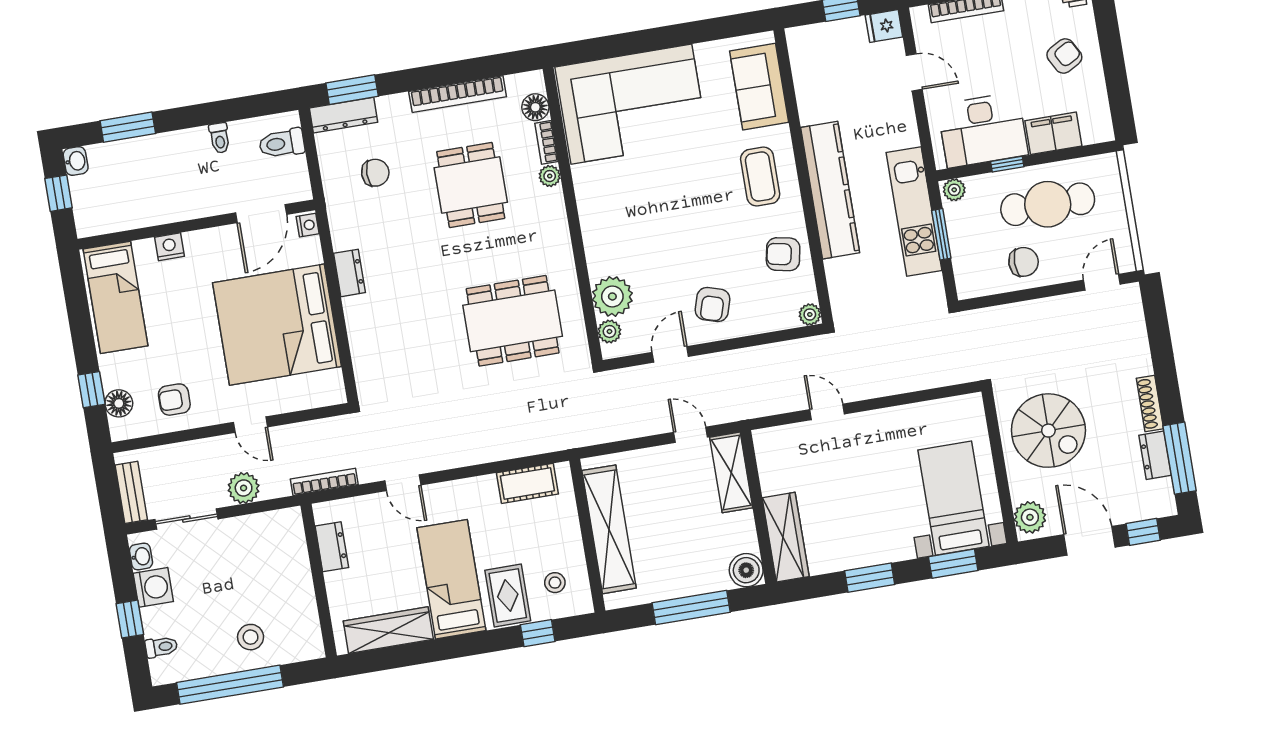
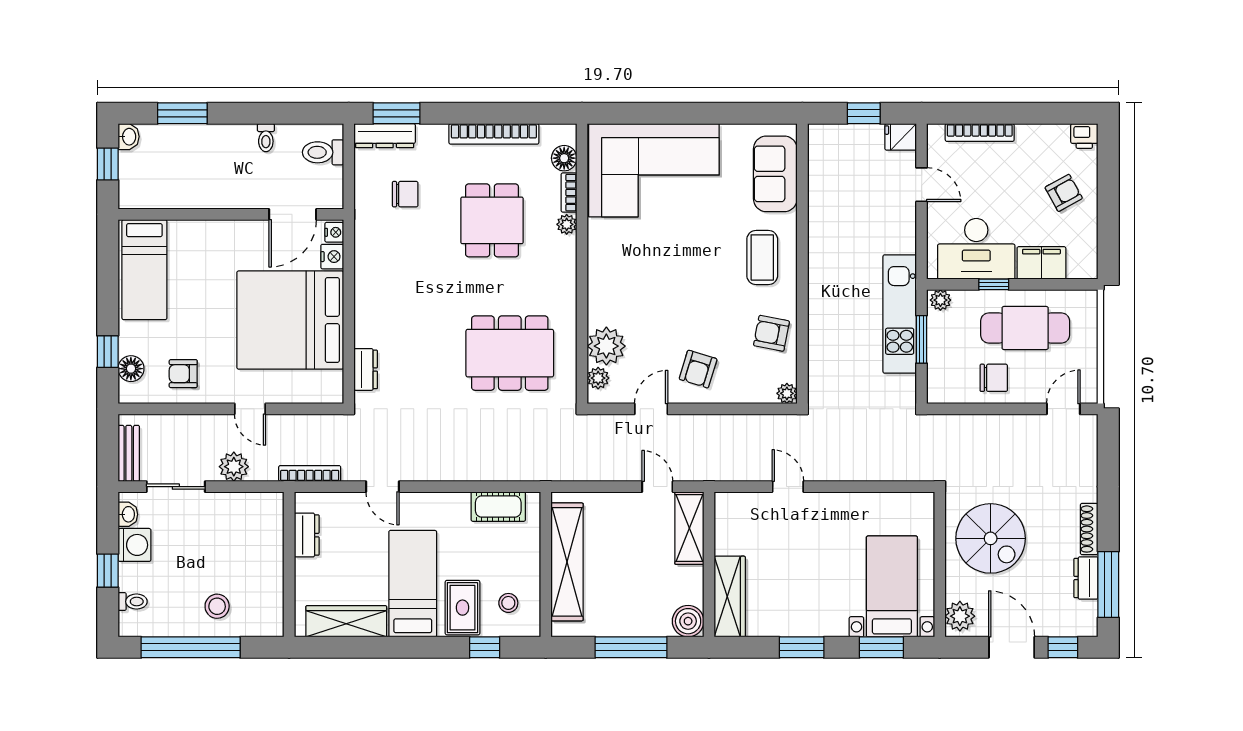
kitchen counter: (830, 190) -> (825, 281), removed
nightstand: (170, 247) -> (332, 257), moved, turned 90
dresser: (350, 273) -> (366, 369), moved

